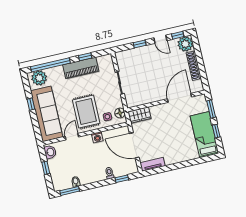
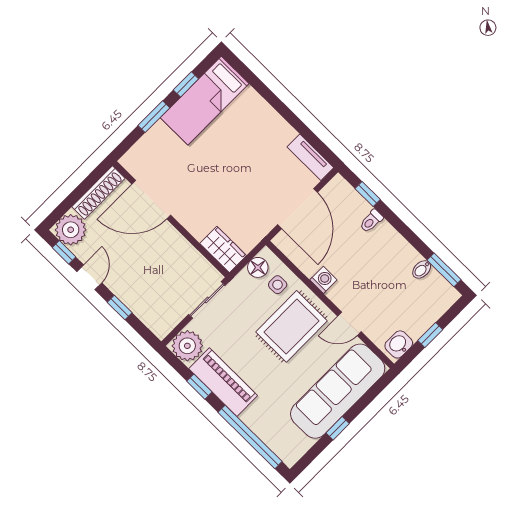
plant: (39, 78) -> (187, 346), moved
door: (180, 98) -> (151, 200), moved
wall: (166, 101) -> (171, 219), moved
wardrobe: (139, 115) -> (223, 249), moved

